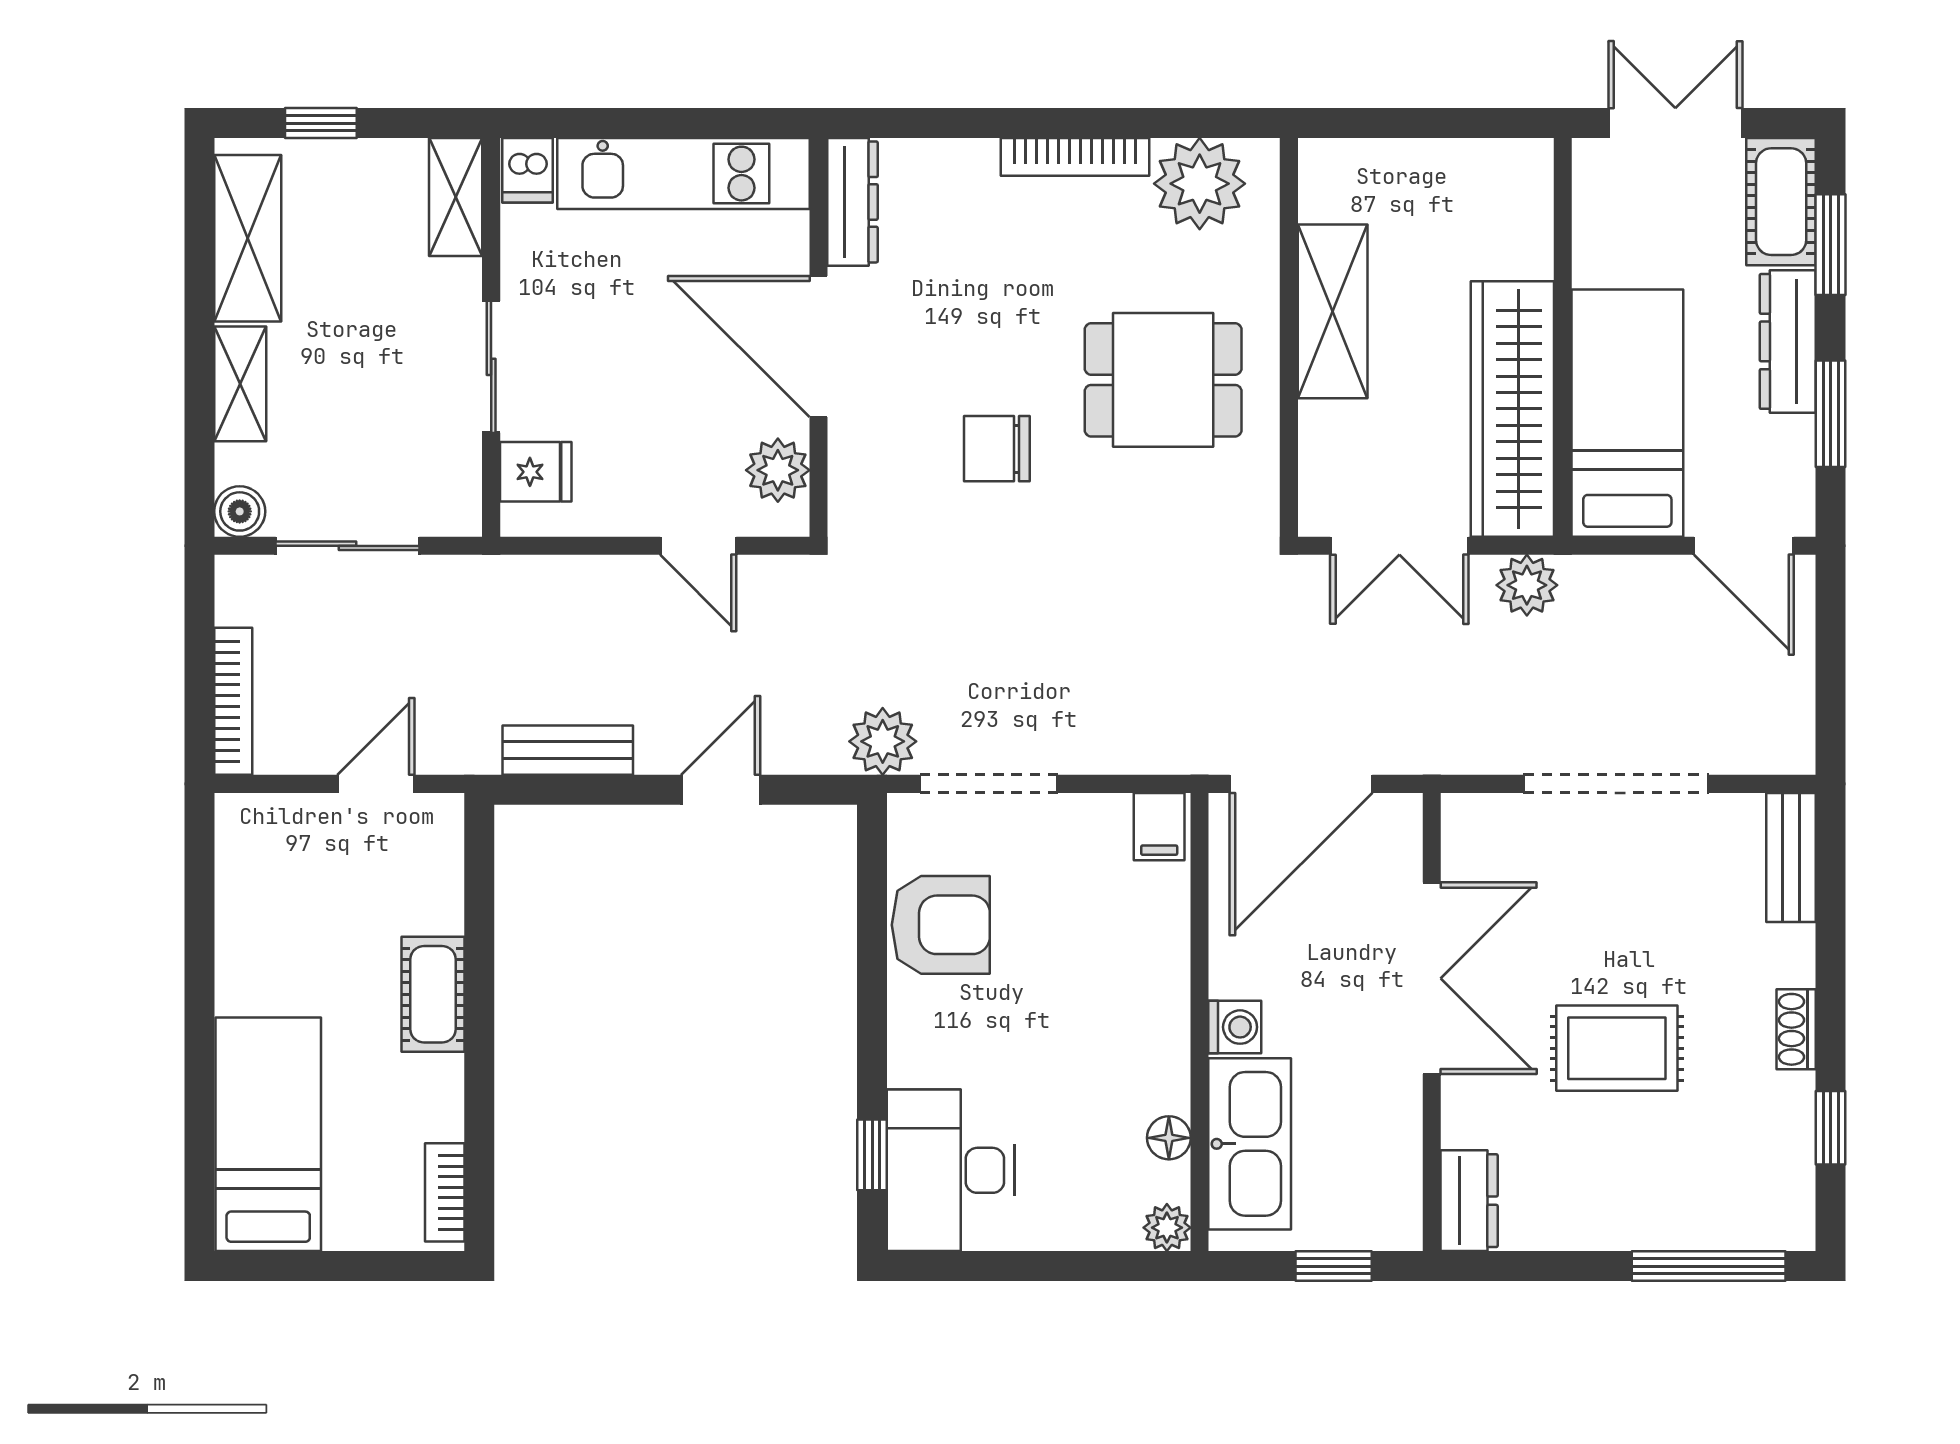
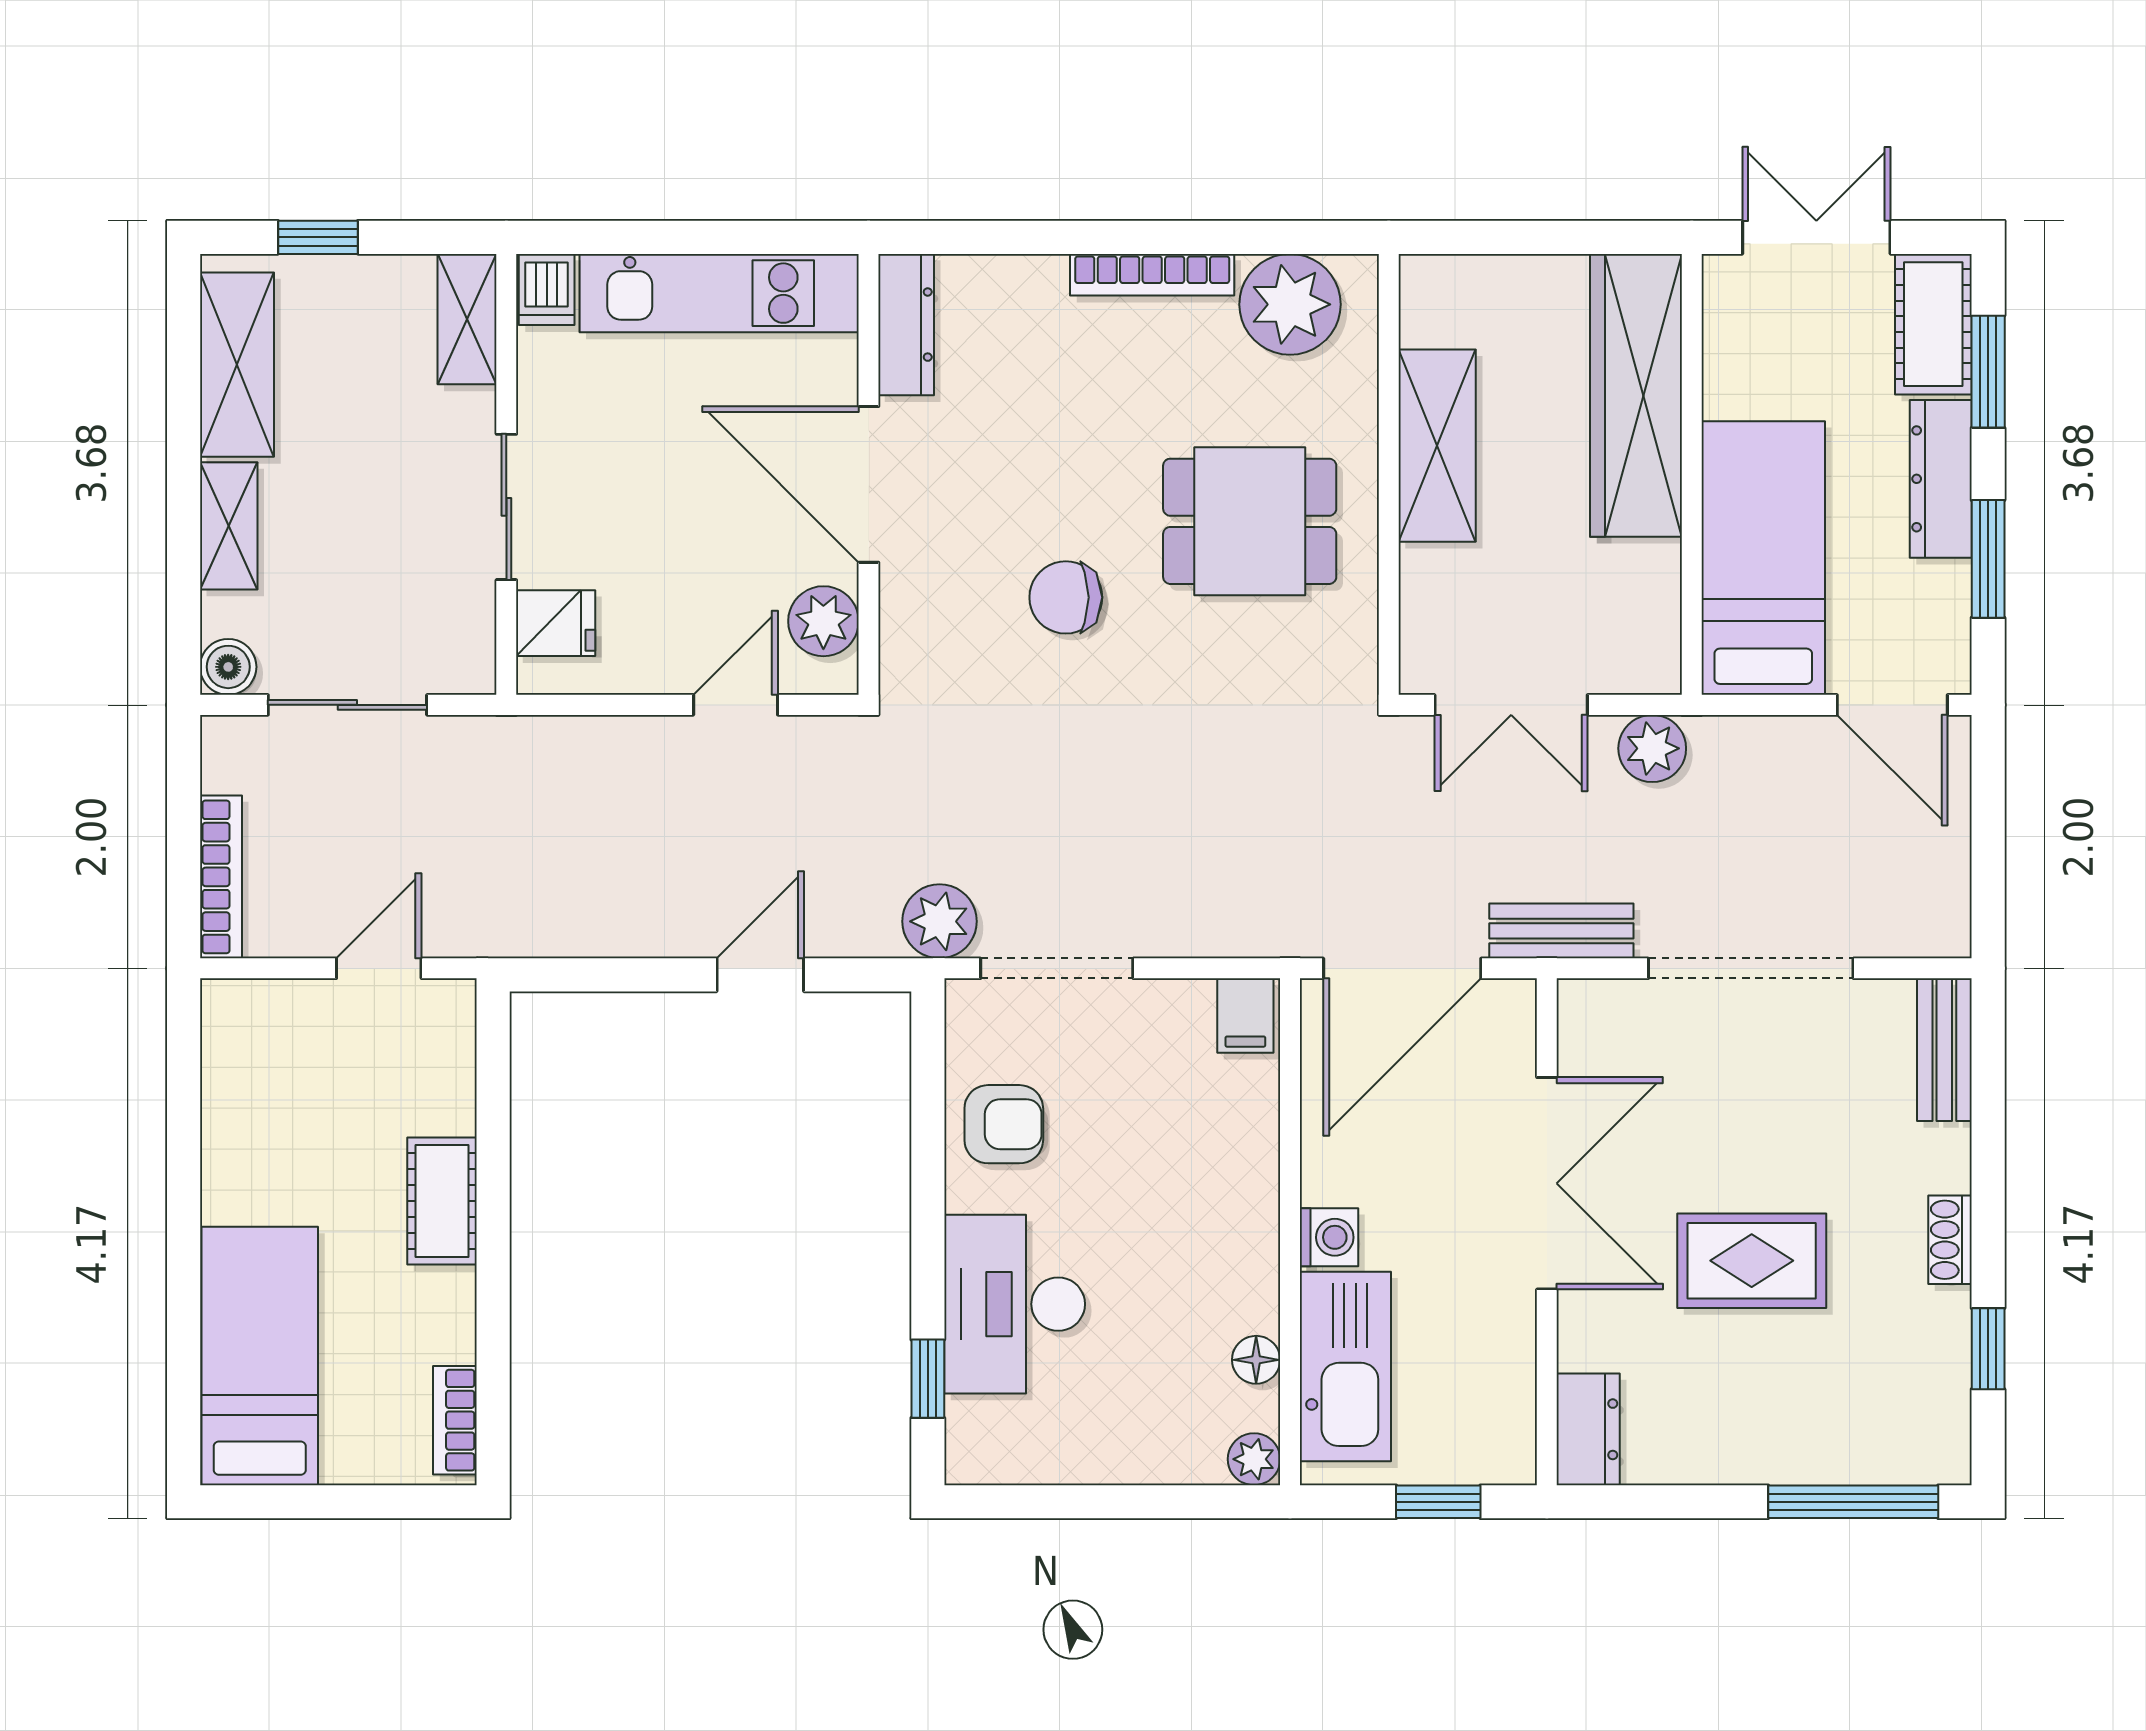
wardrobe: (1512, 409) -> (1636, 395), moved
door: (698, 546) -> (736, 705), swing flipped
bench: (568, 750) -> (1561, 931), moved
armchair: (941, 925) -> (1004, 1124), width x0.72, depth x0.72
desk: (951, 1170) -> (1015, 1304), moved

